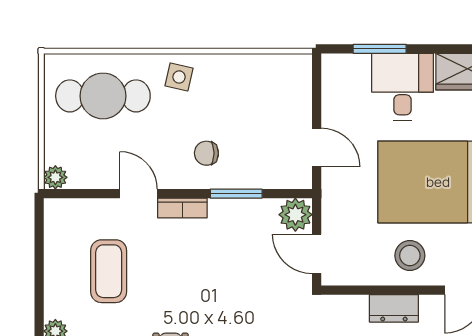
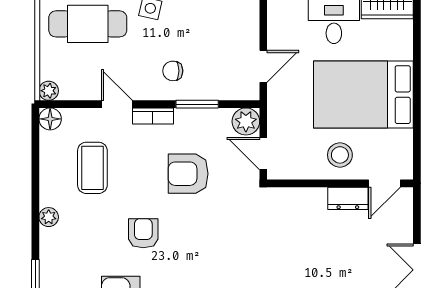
door: (317, 148) -> (263, 66), hinge flipped
floor lamp: (57, 212) -> (50, 119), added
armchair: (225, 278) -> (188, 174), added
dresser: (394, 308) -> (348, 198), moved

